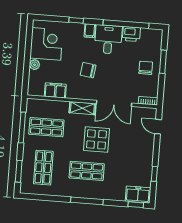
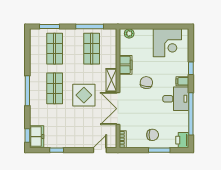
printer: (131, 34) -> (182, 140), moved
plant: (35, 65) -> (129, 33), moved
filing cabinet: (55, 90) -> (126, 65), moved
shop shelf: (43, 168) -> (55, 49), turned 90

